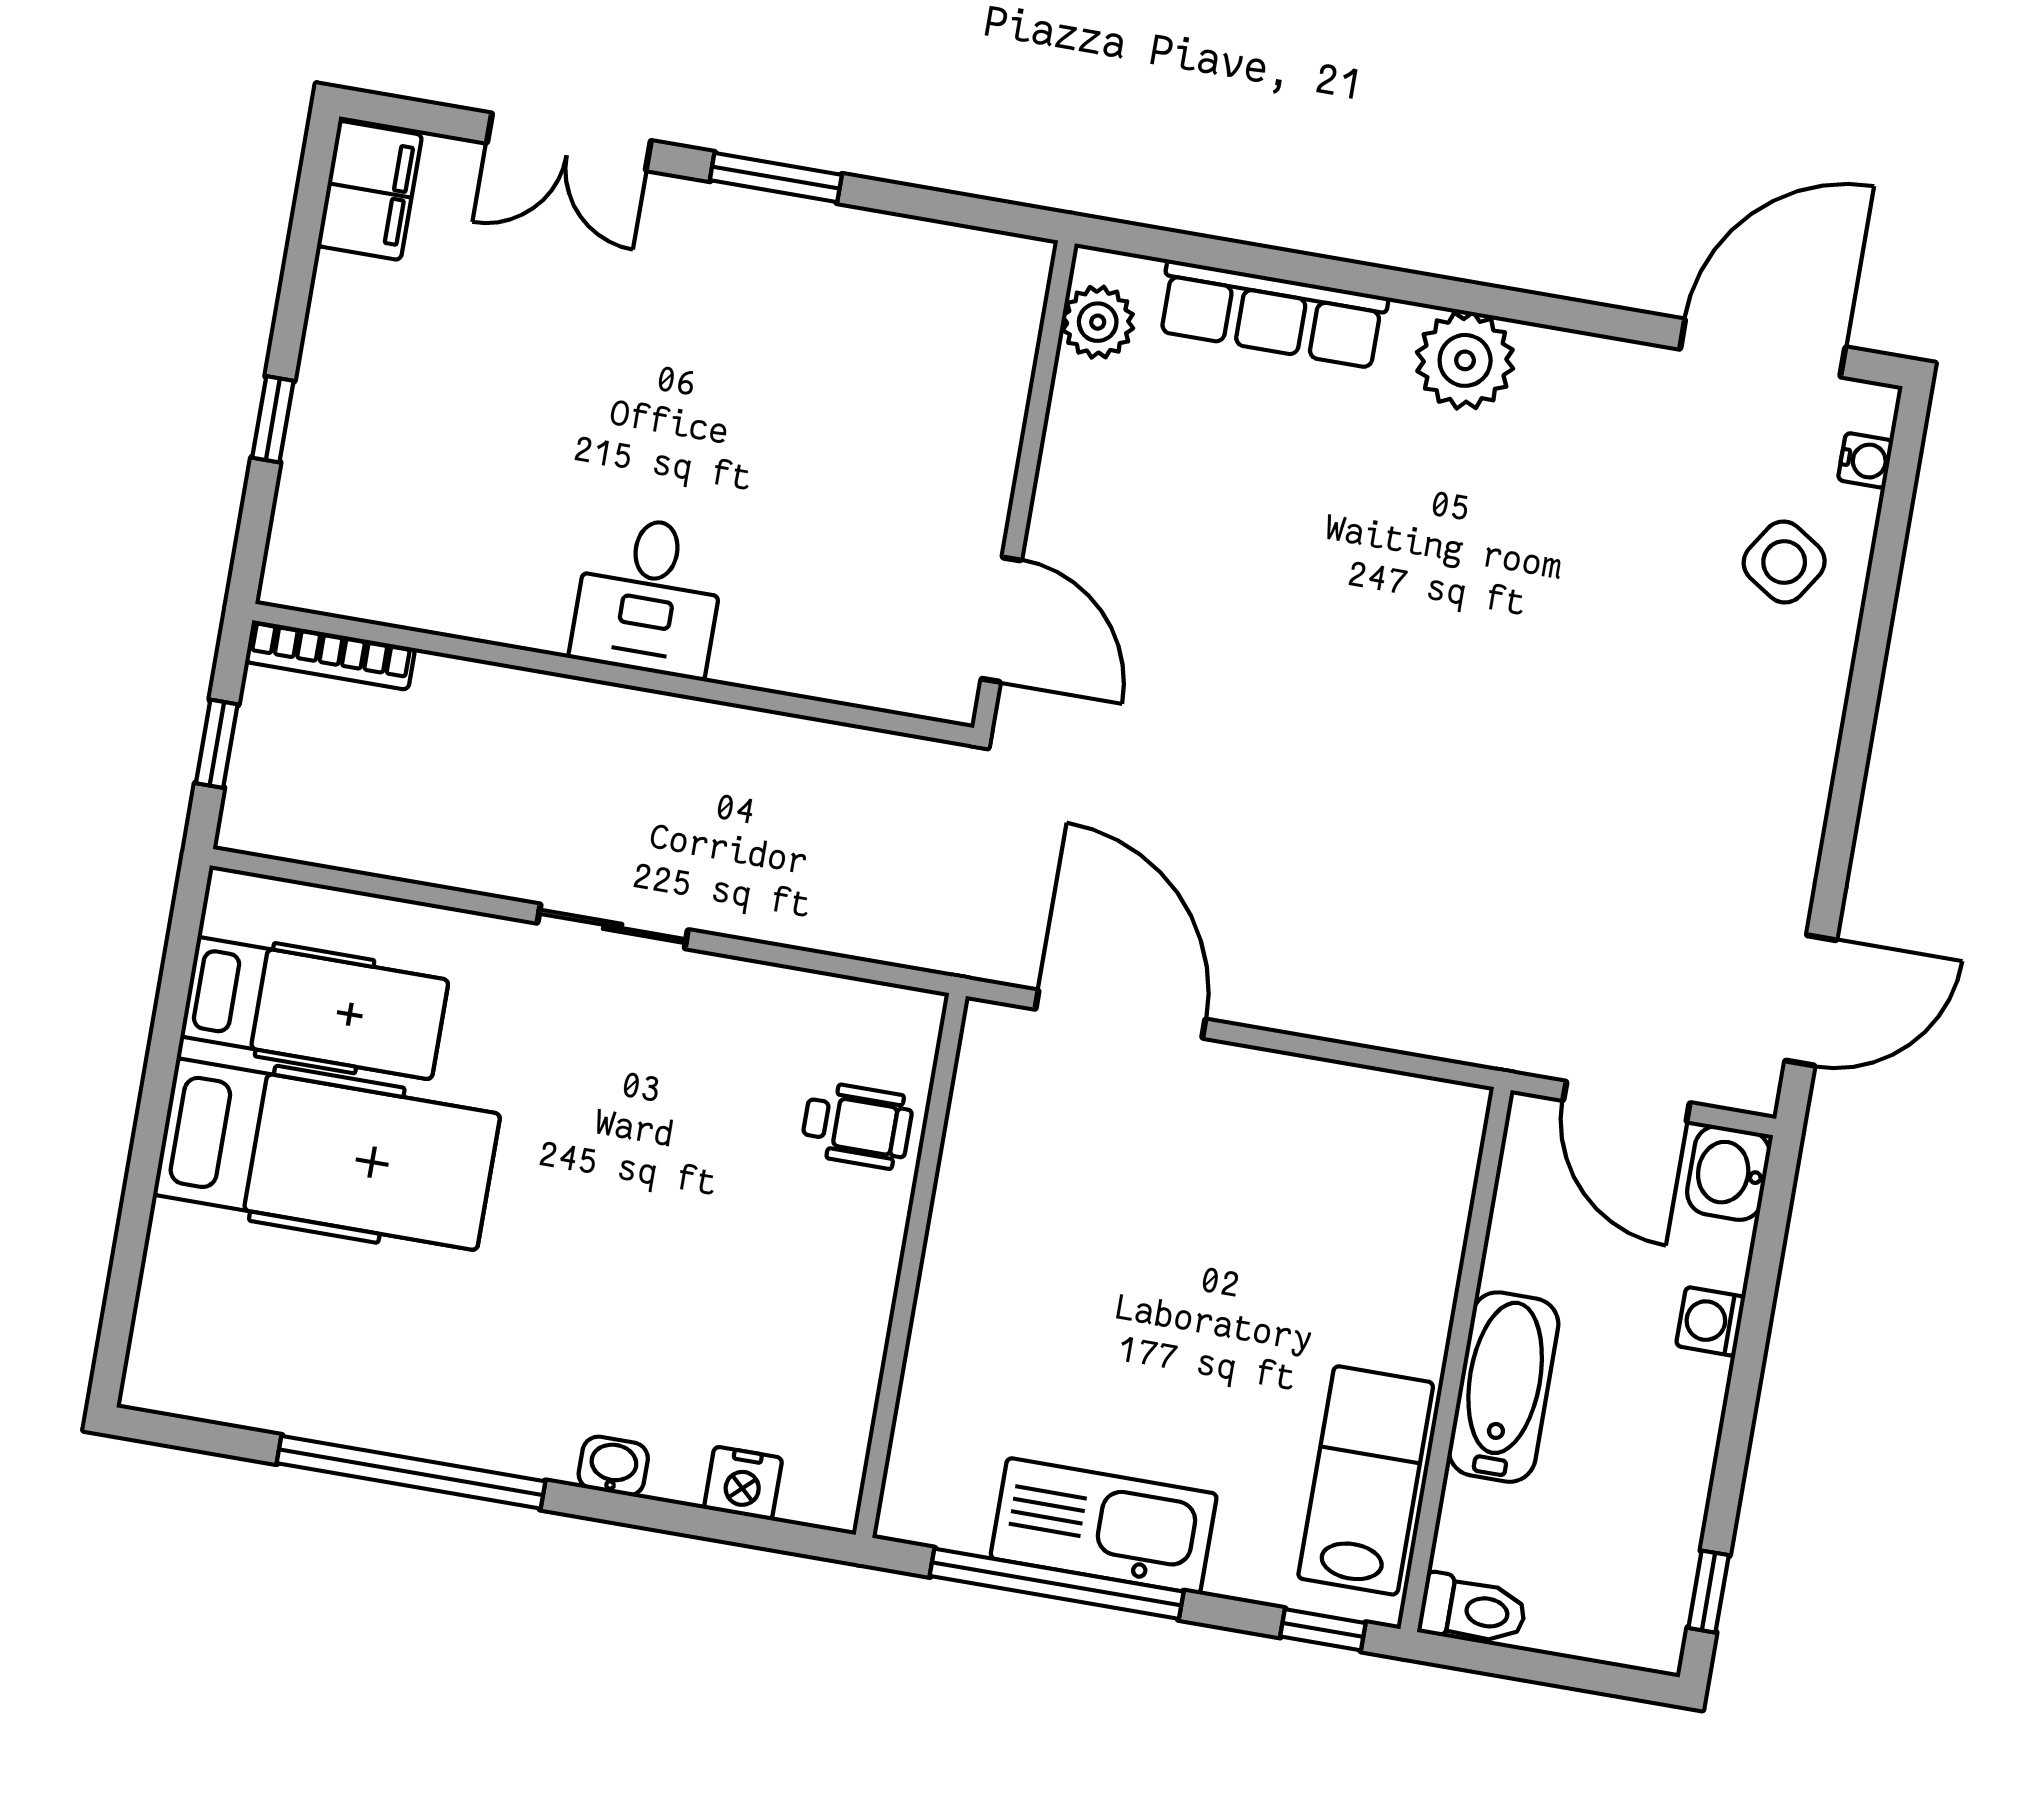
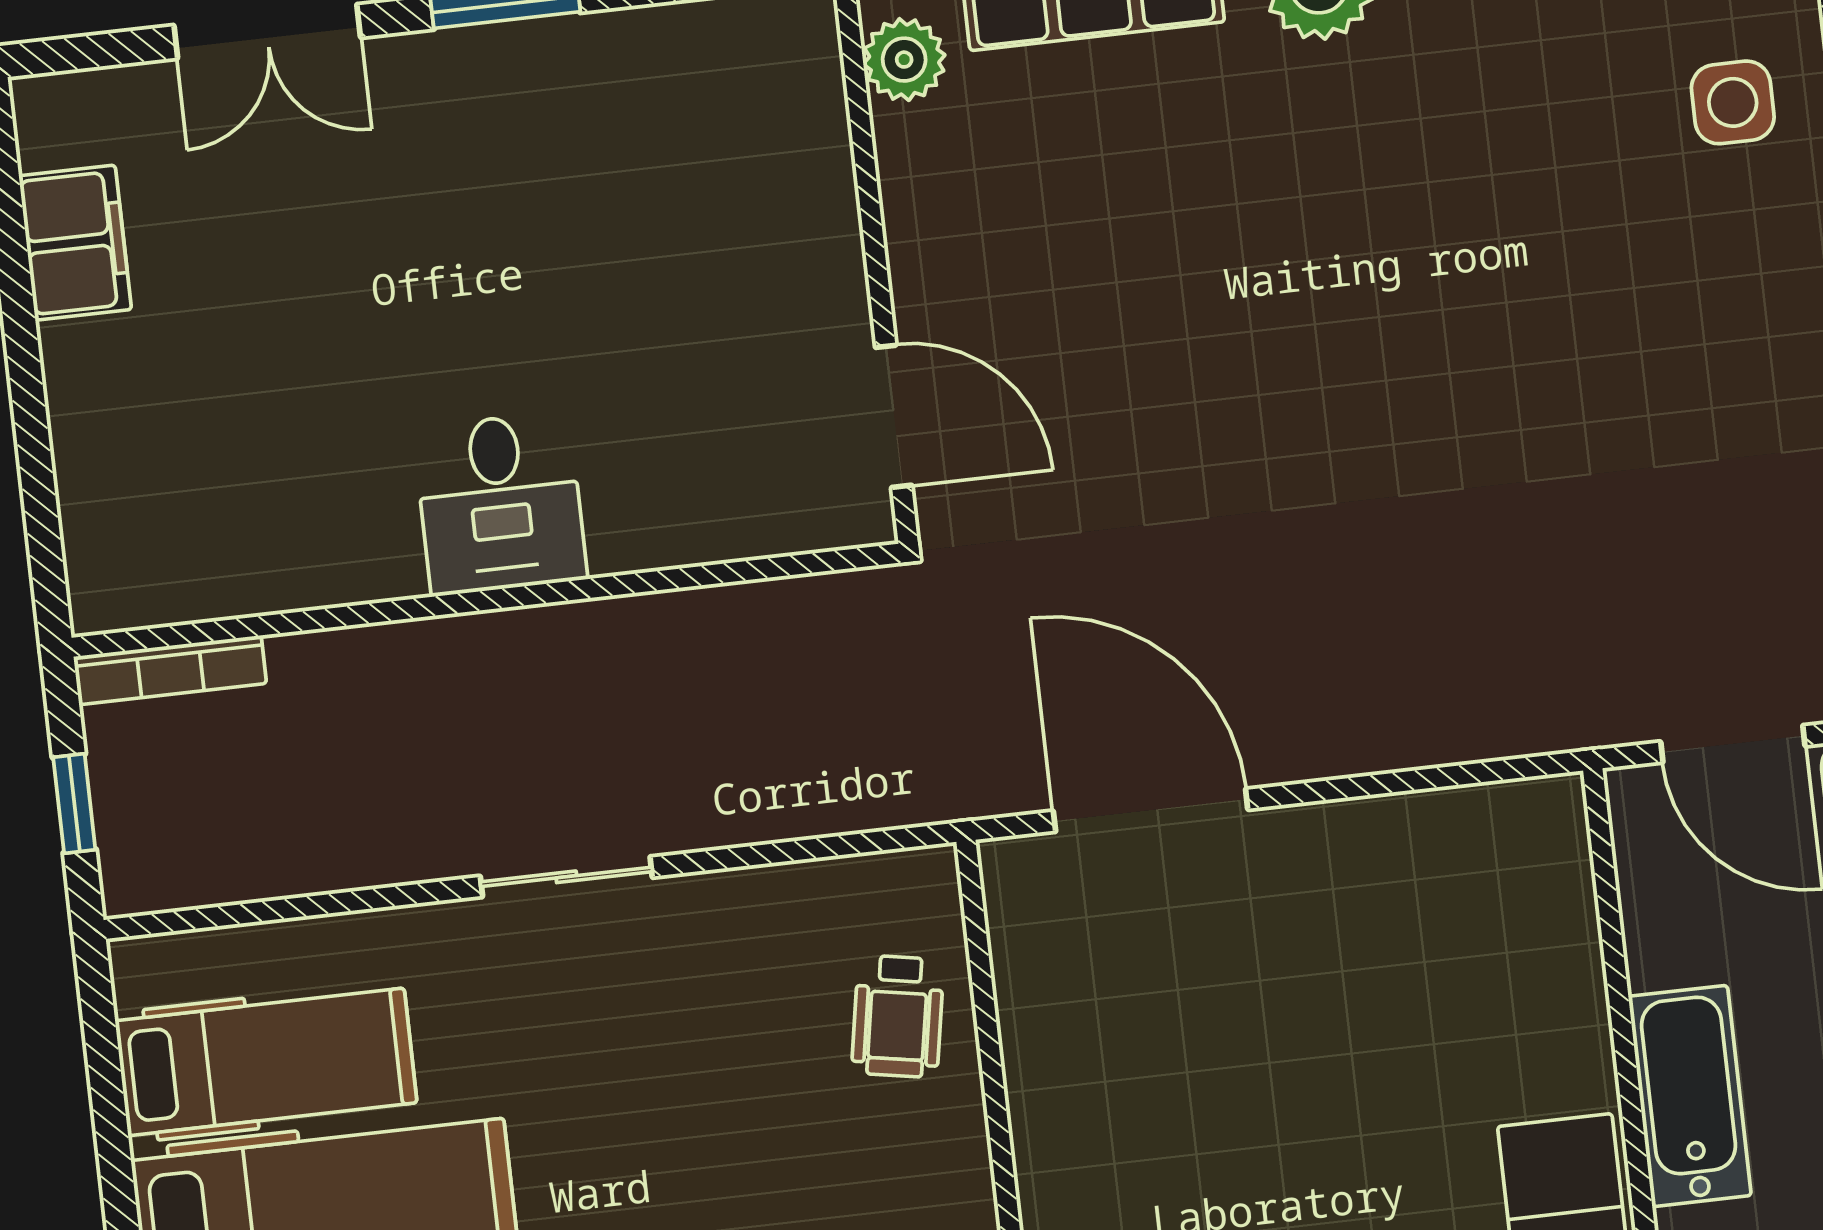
filing cabinet: (370, 190) -> (75, 243), moved
window: (273, 419) -> (32, 430), removed
side table: (1784, 562) -> (1733, 102), turned -33
wheelchair: (857, 1125) -> (898, 1016), turned 100

